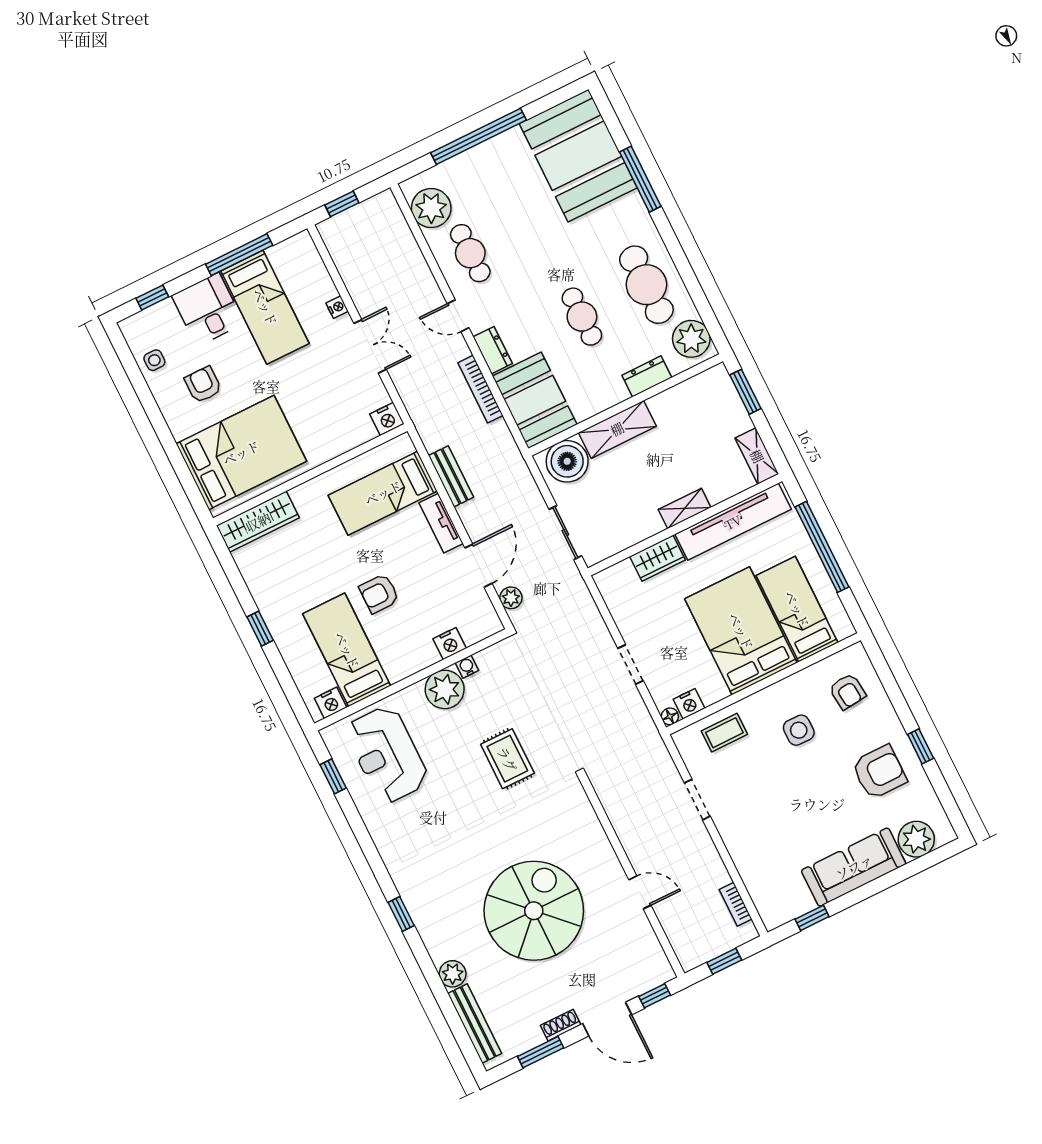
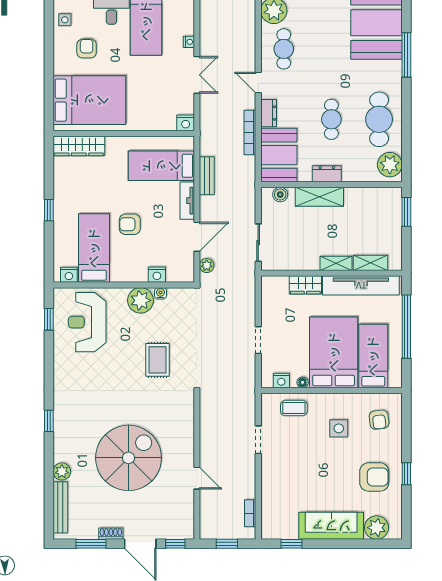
dresser: (647, 376) -> (327, 174), moved
shelving: (757, 456) -> (370, 263), moved, turned 90
boiler: (567, 461) -> (280, 195), width x0.54, depth x0.54
floor lamp: (670, 716) -> (303, 382), moved

